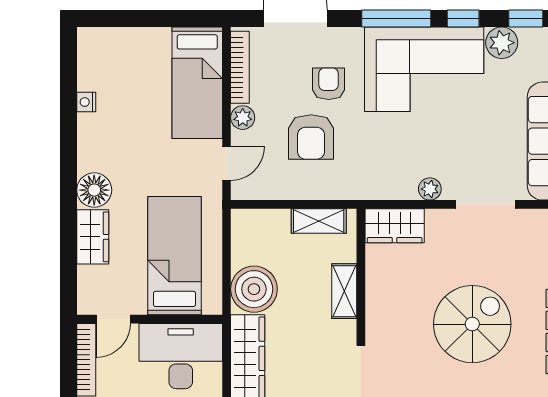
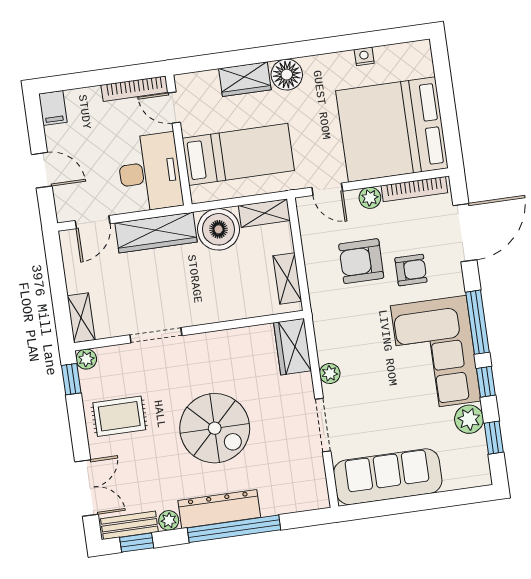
bed: (197, 83) -> (392, 129), width x2.04
shelving: (344, 291) -> (264, 213), moved

